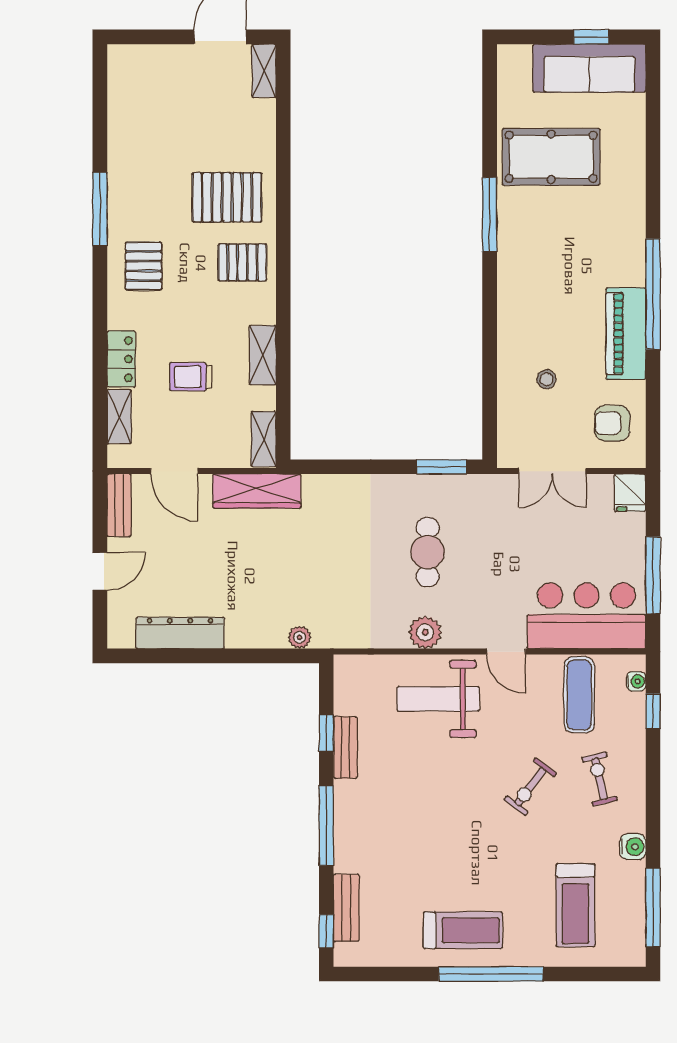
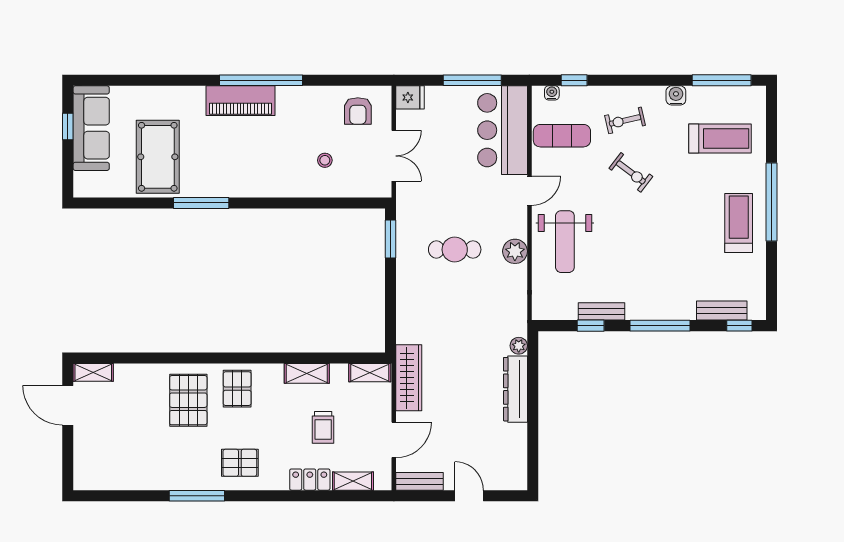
piano: (626, 334) -> (240, 101), moved
dresser: (180, 633) -> (515, 389), moved

